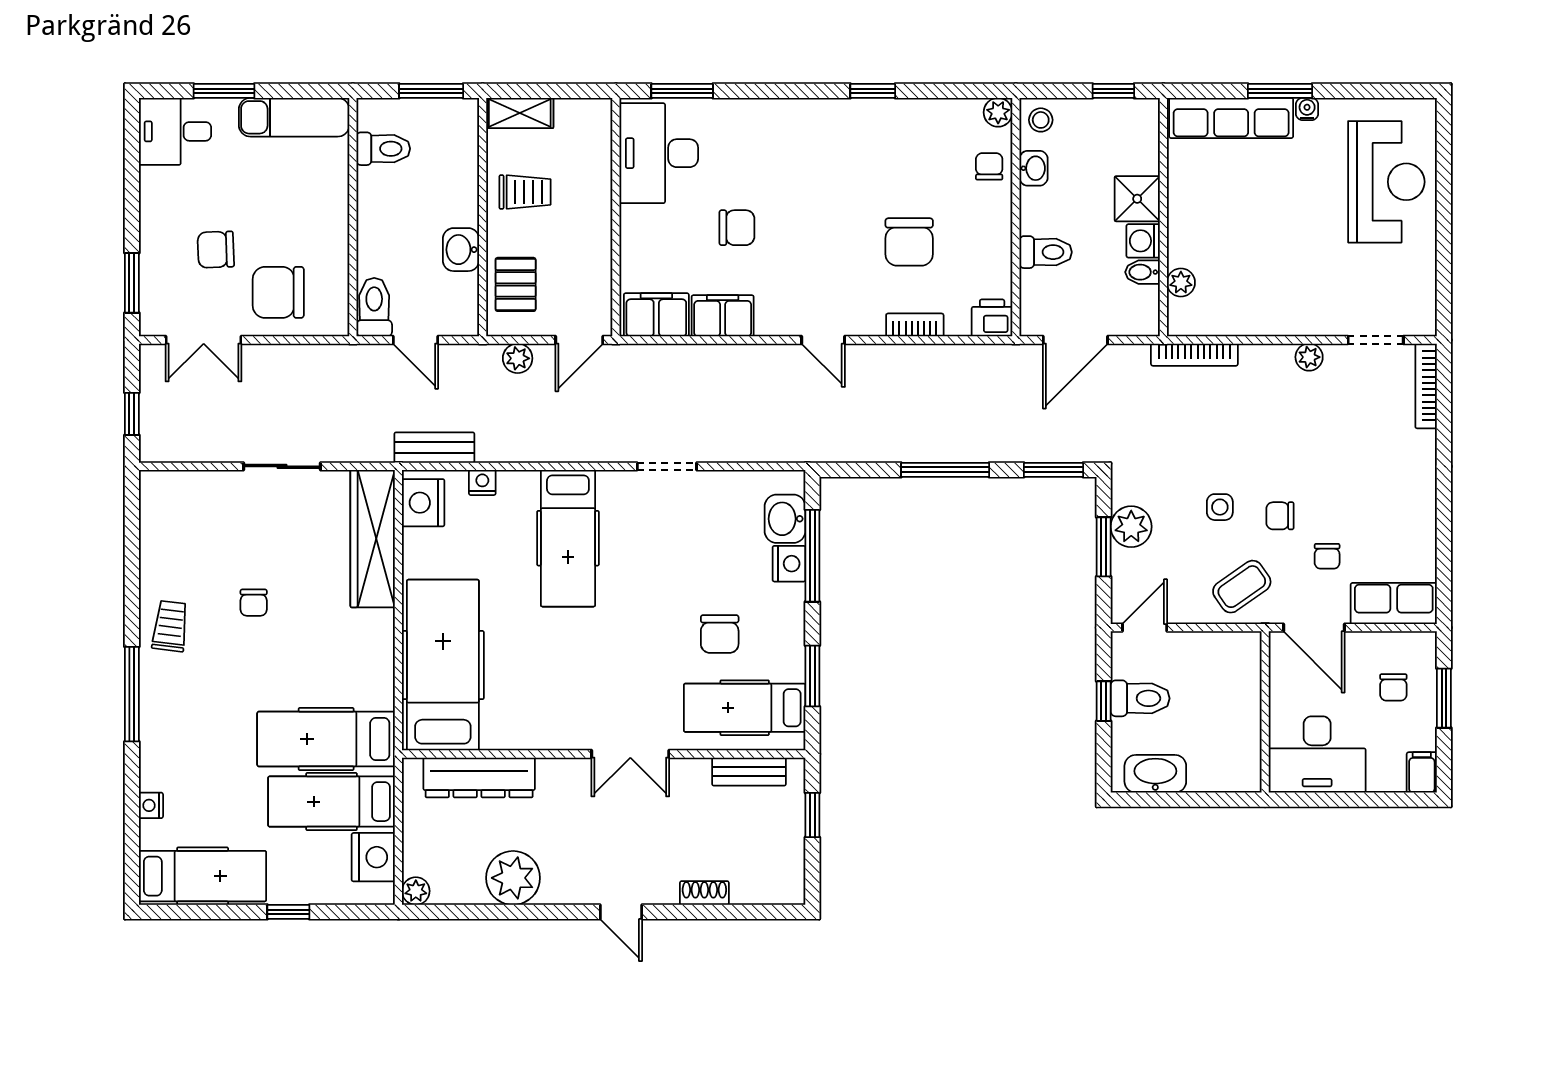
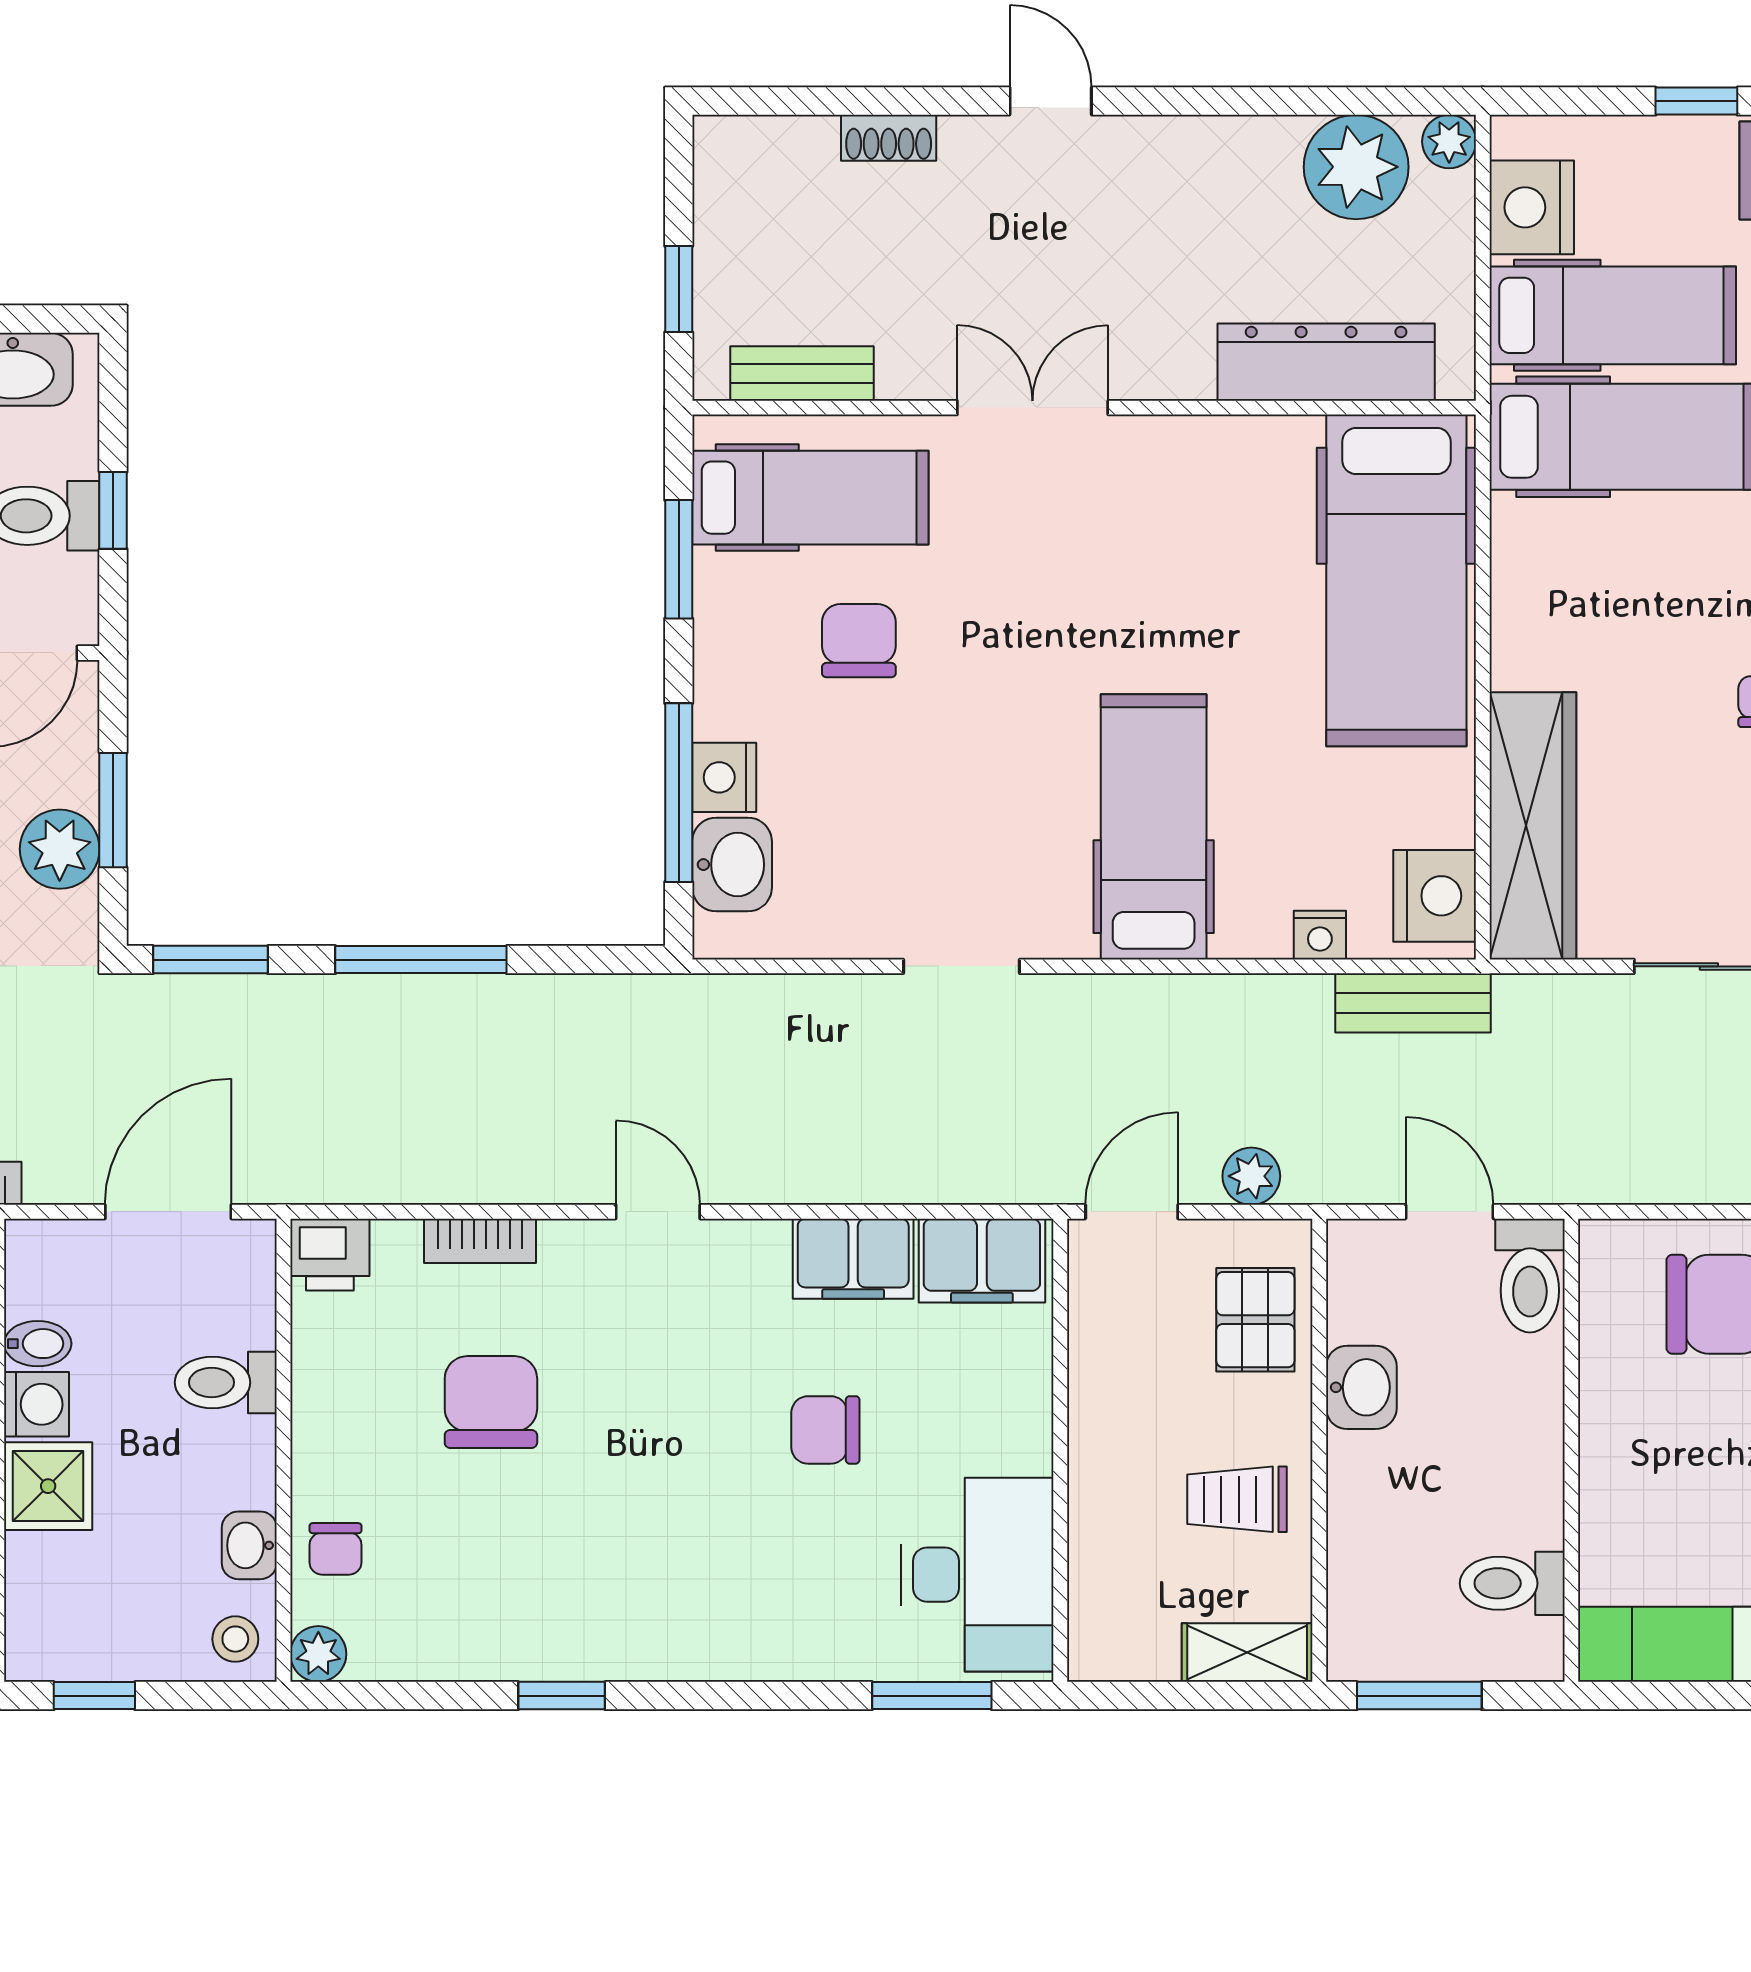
plant: (513, 878) -> (1356, 167), moved

